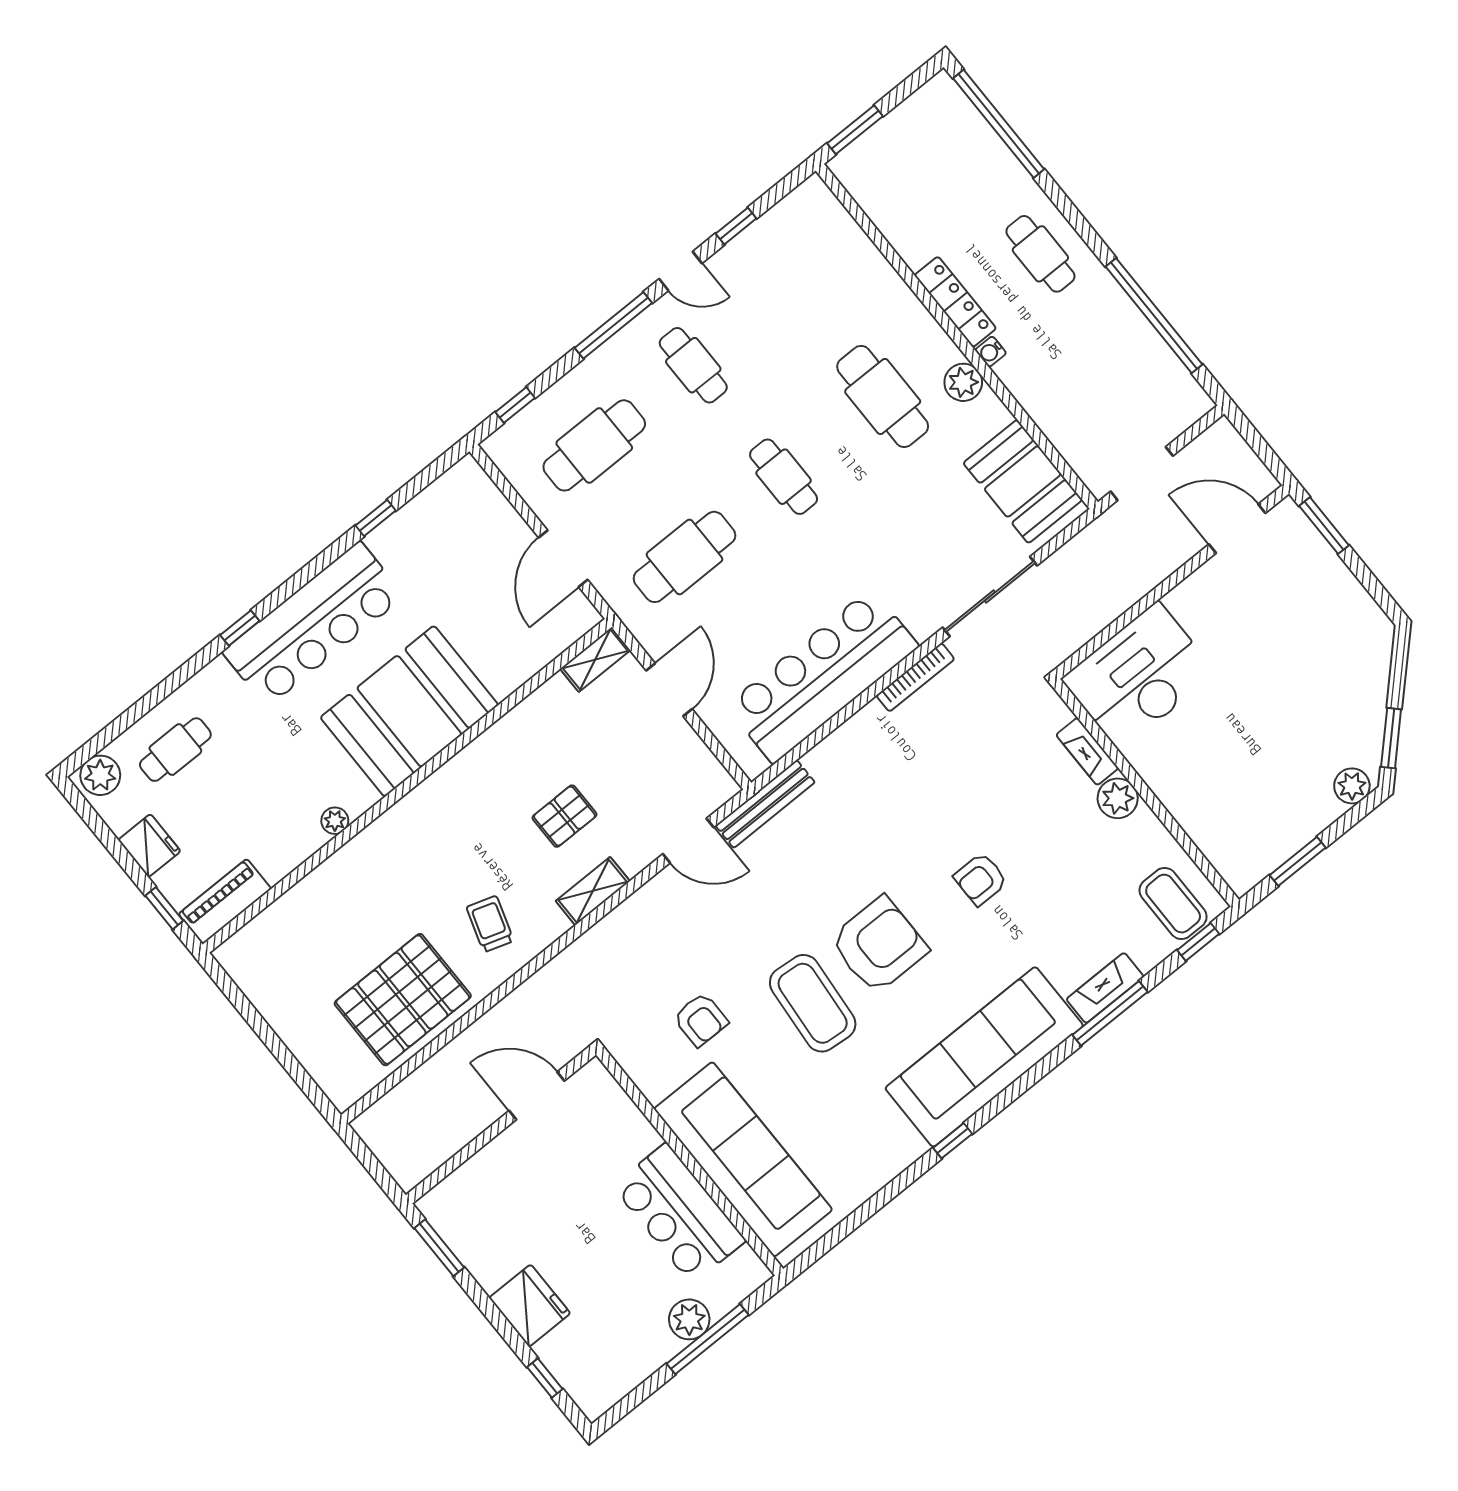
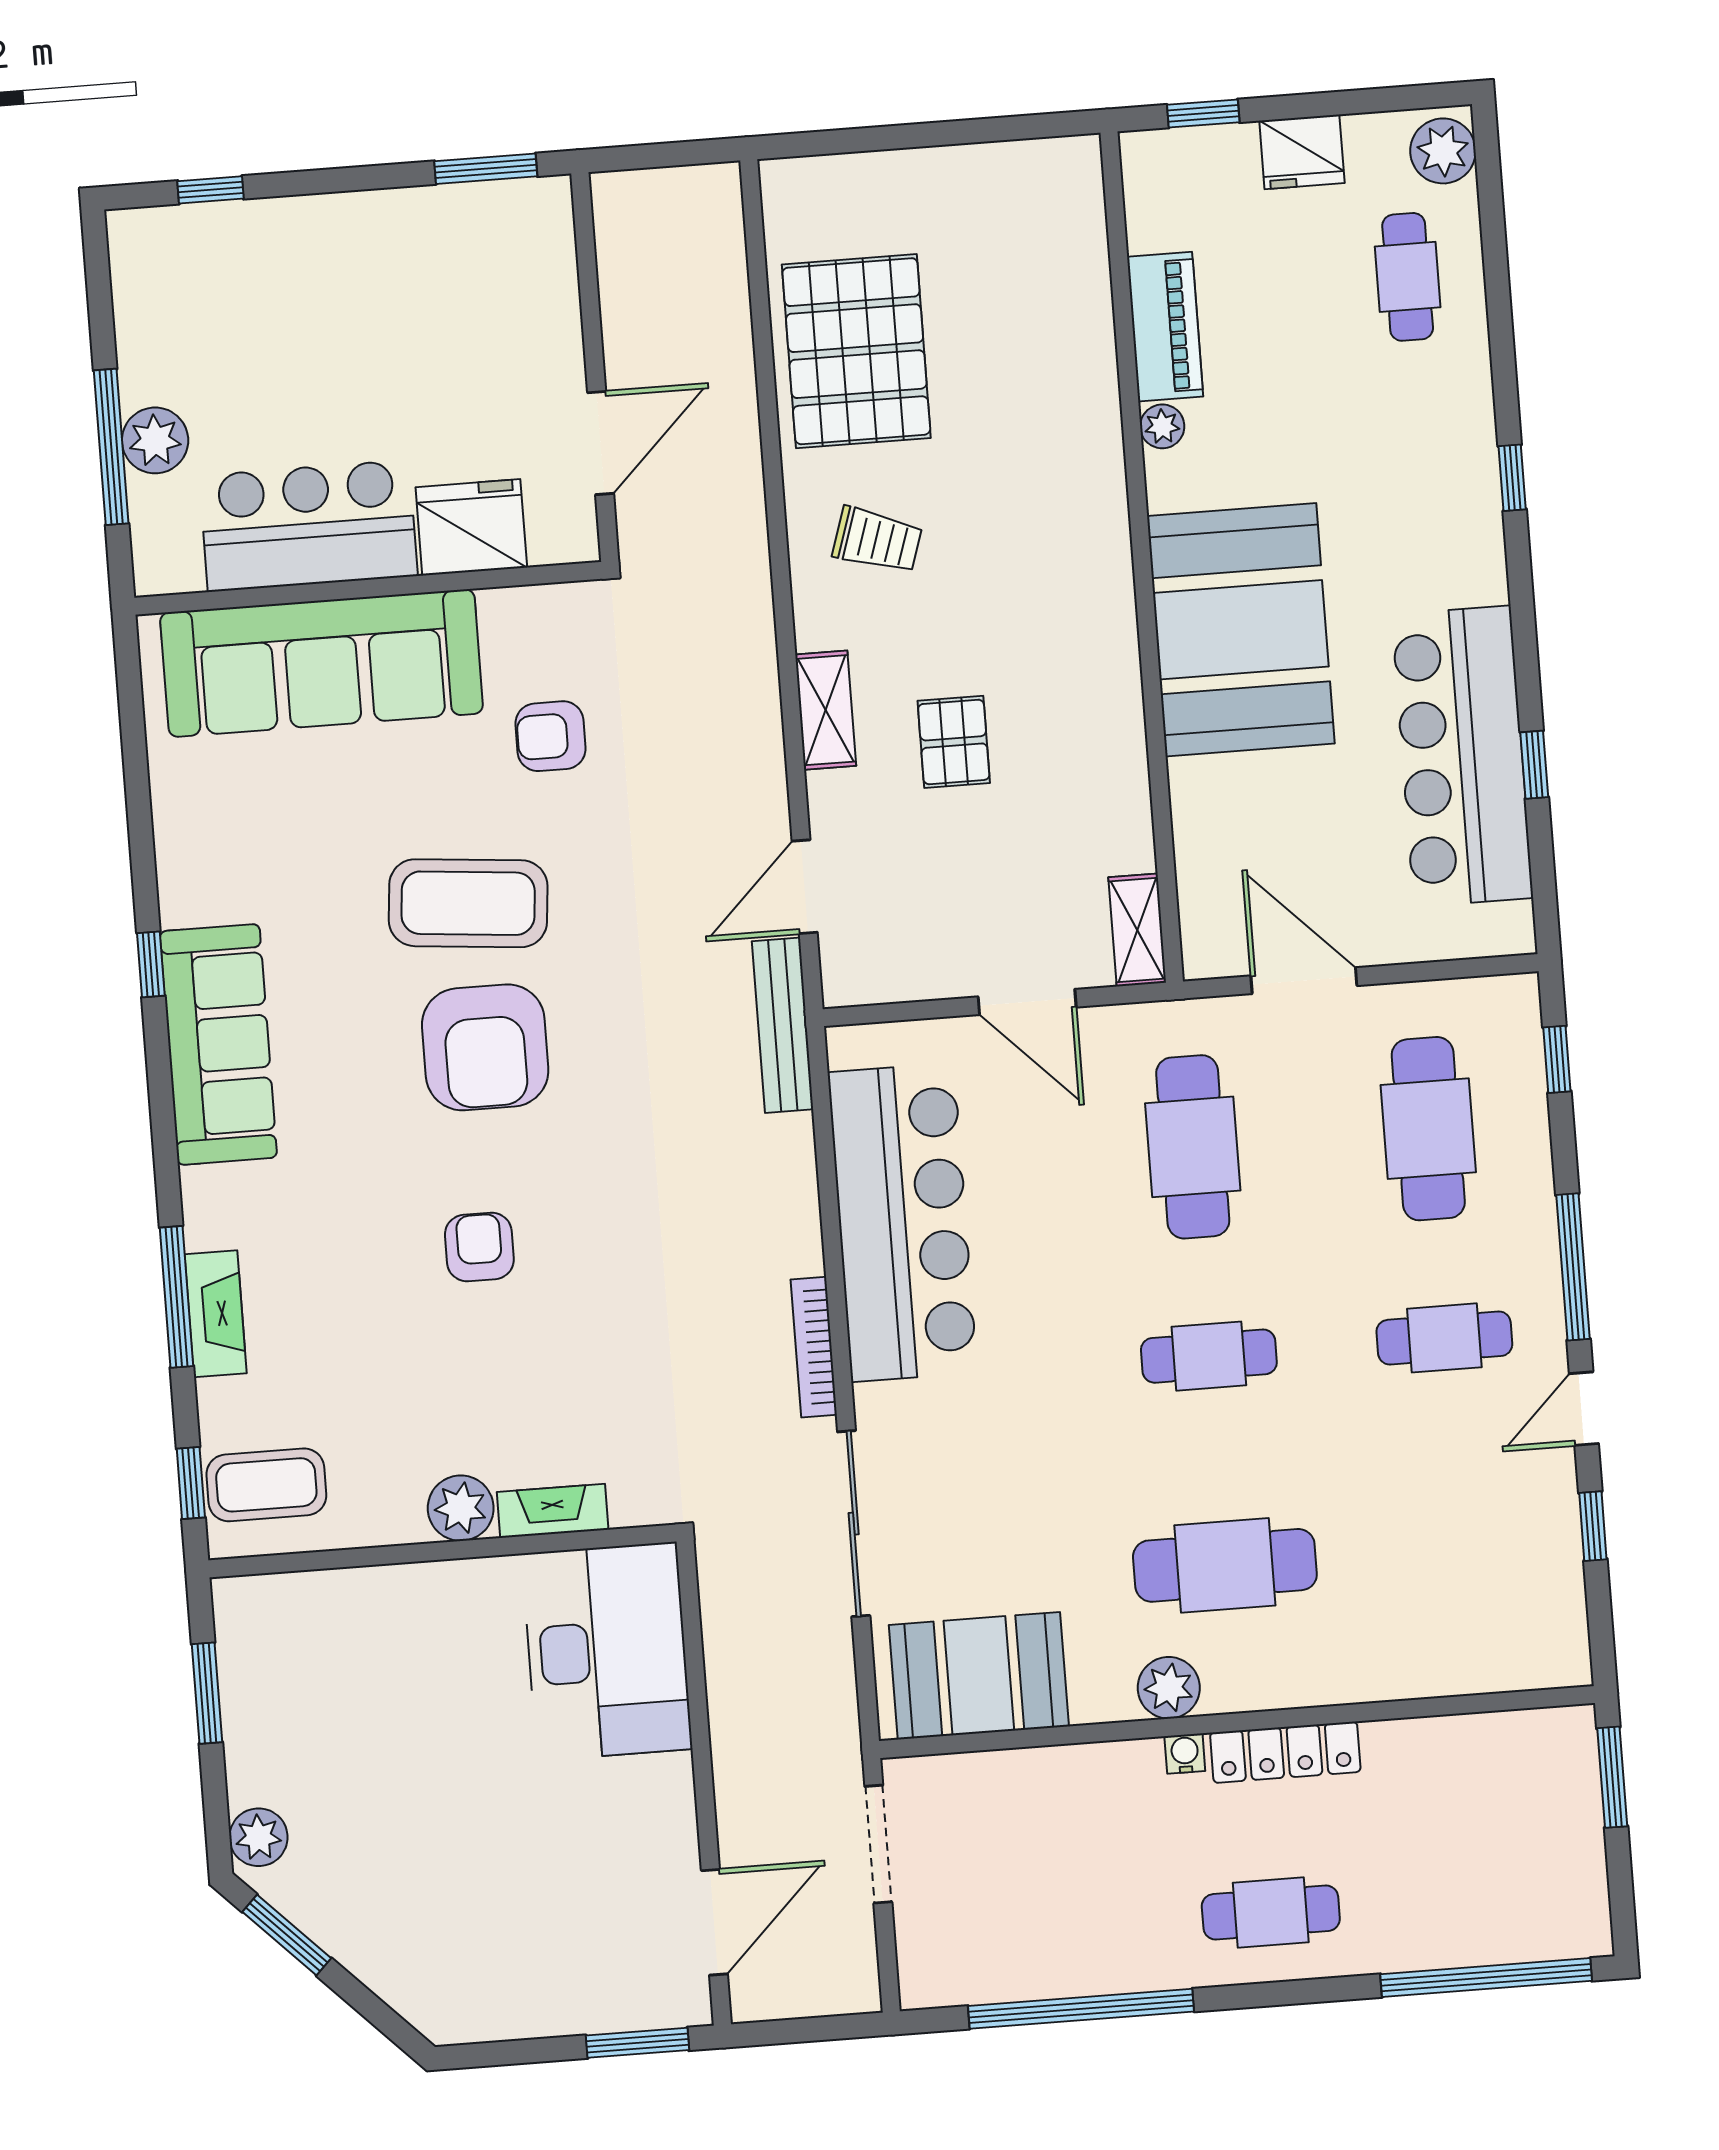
bar counter: (313, 624) -> (1462, 756), moved
piano: (225, 901) -> (1165, 327), moved
sofa: (984, 1057) -> (218, 1044), width x0.74, depth x0.79
fridge: (530, 1306) -> (471, 527), moved, turned 180

